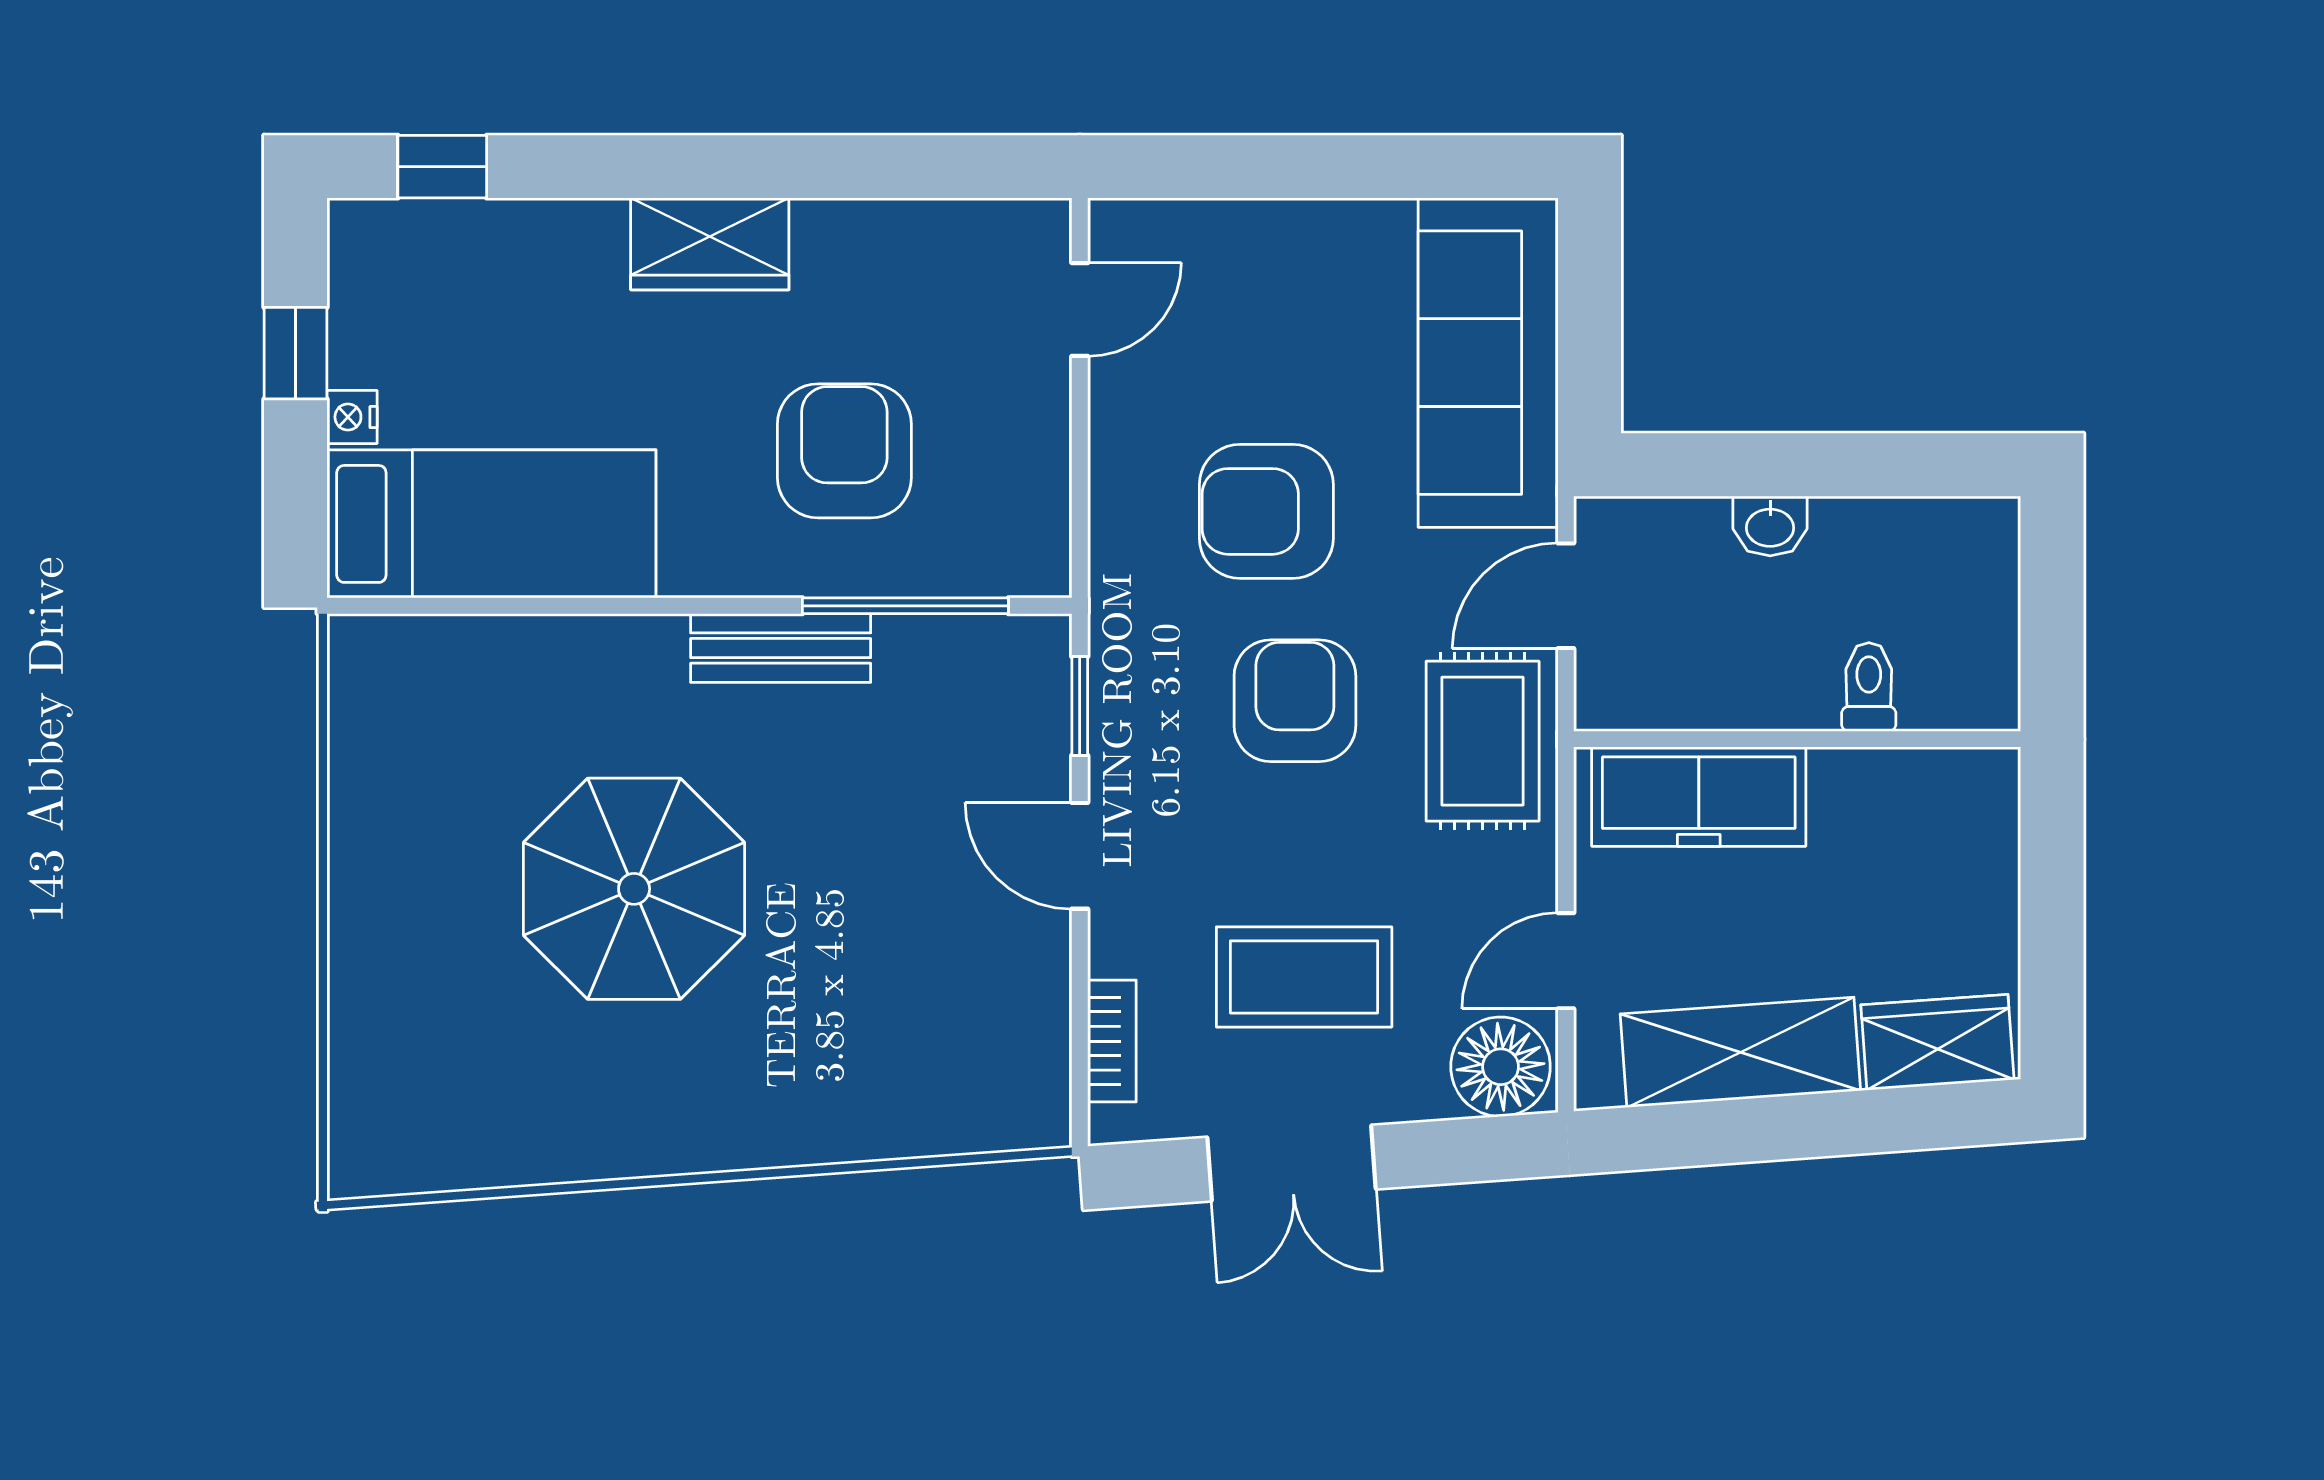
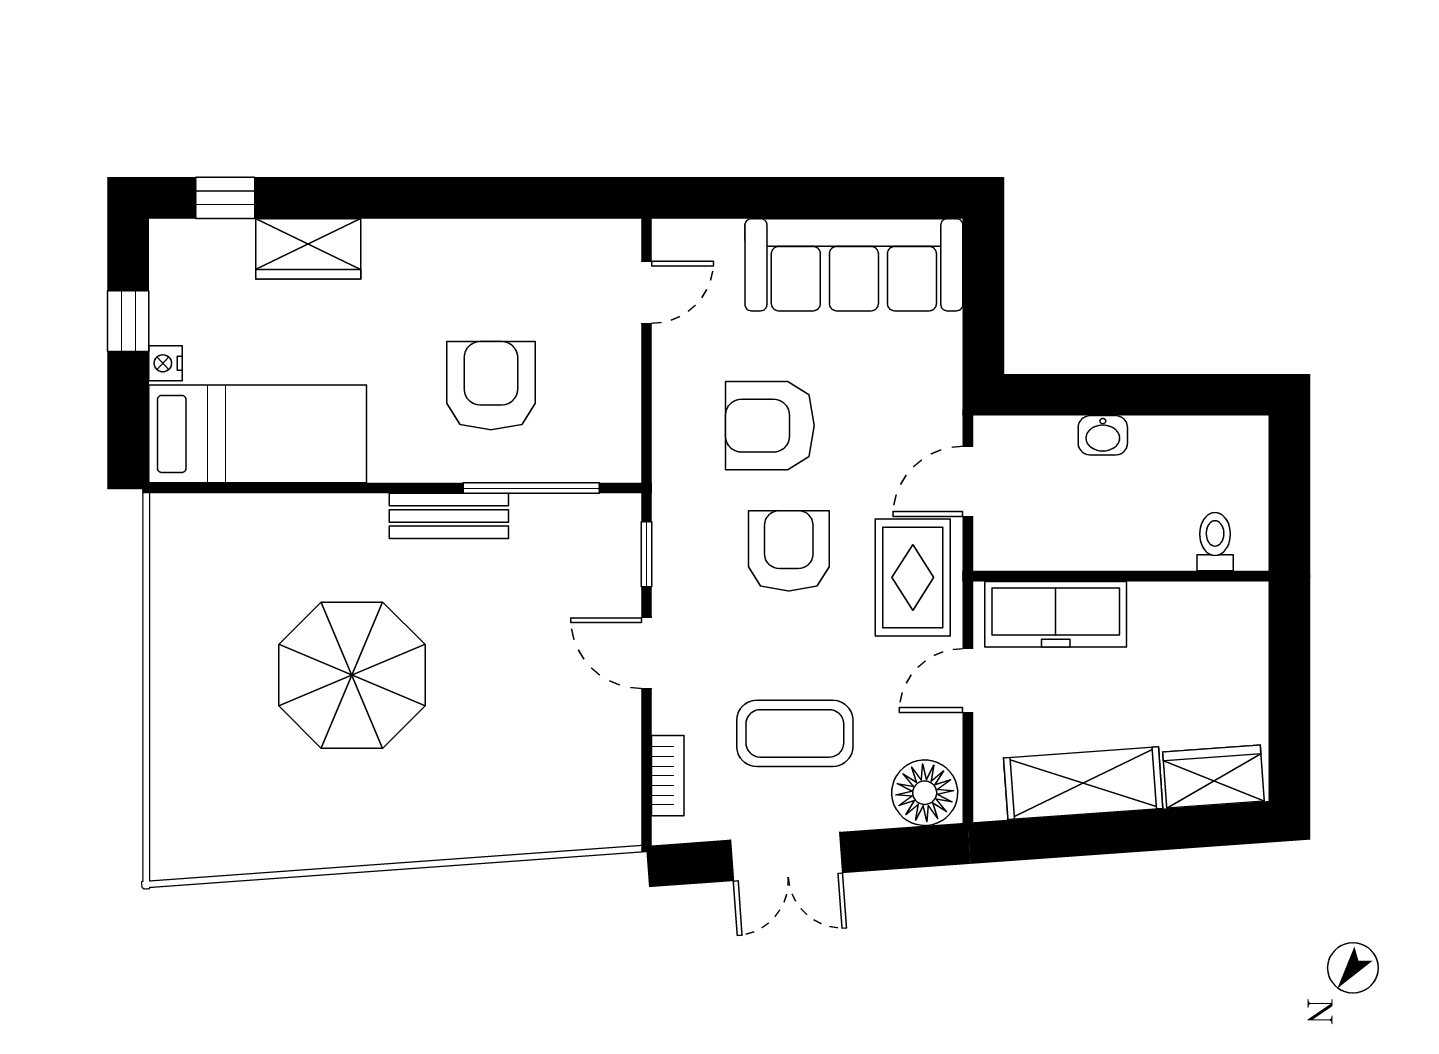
wardrobe: (710, 244) -> (308, 249), moved
sofa: (1488, 363) -> (854, 265), moved, turned -90
toilet: (1869, 687) -> (1215, 542), moved
door: (1566, 961) -> (968, 681), moved

